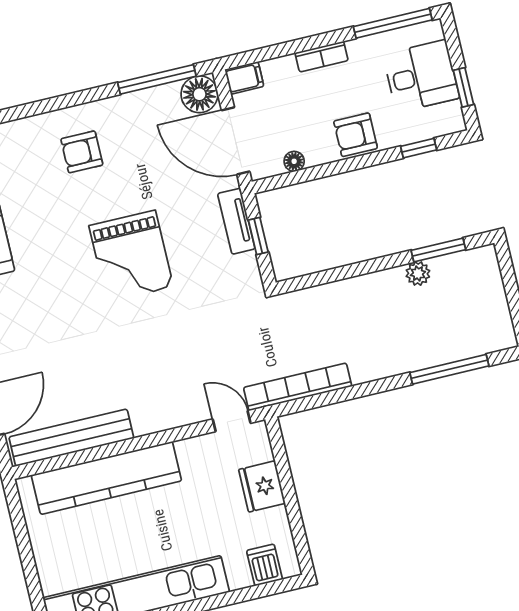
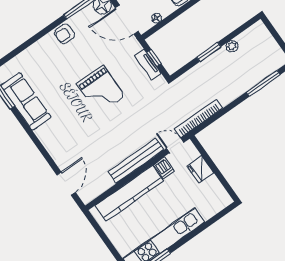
armchair: (82, 152) -> (64, 34), moved
tv unit: (236, 221) -> (148, 65), moved
window: (438, 250) -> (209, 52), moved
bench: (71, 438) -> (136, 161), moved
dishwasher: (264, 565) -> (164, 168), moved, turned 180

